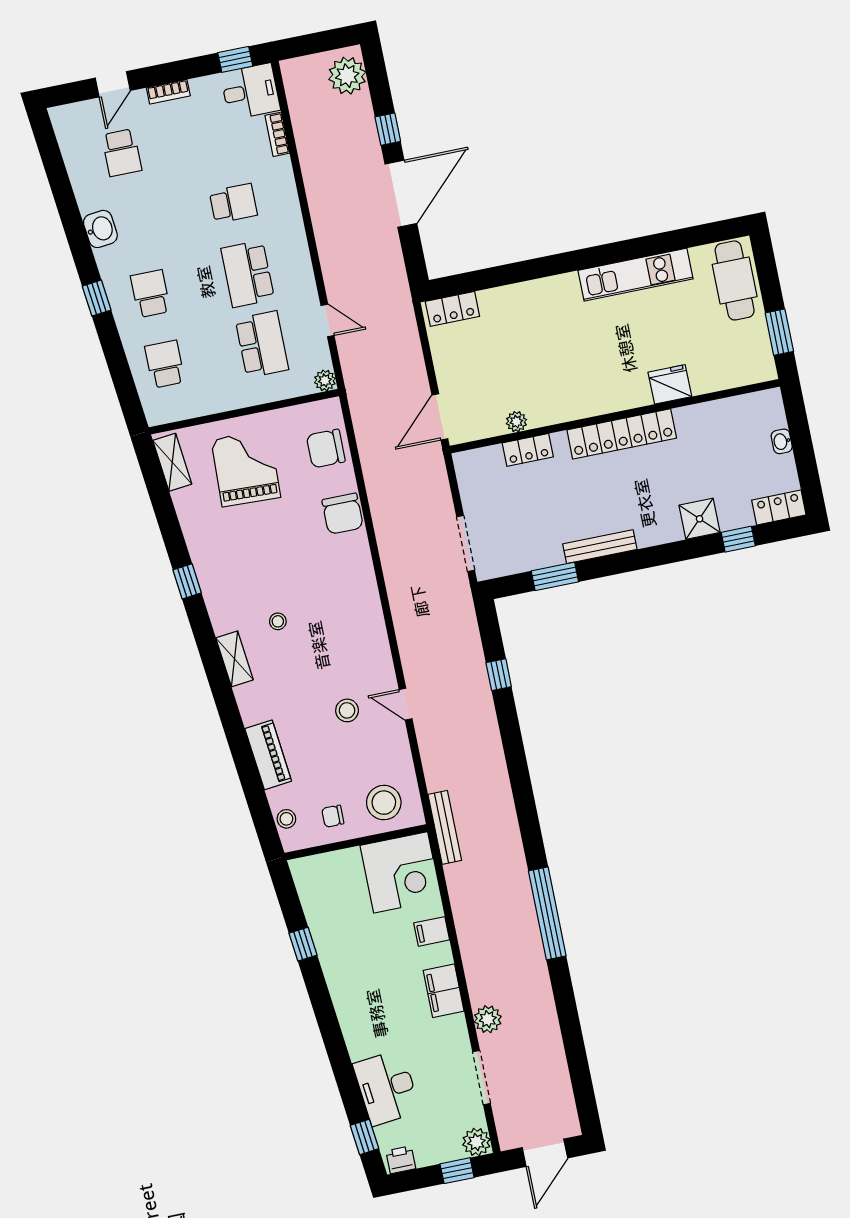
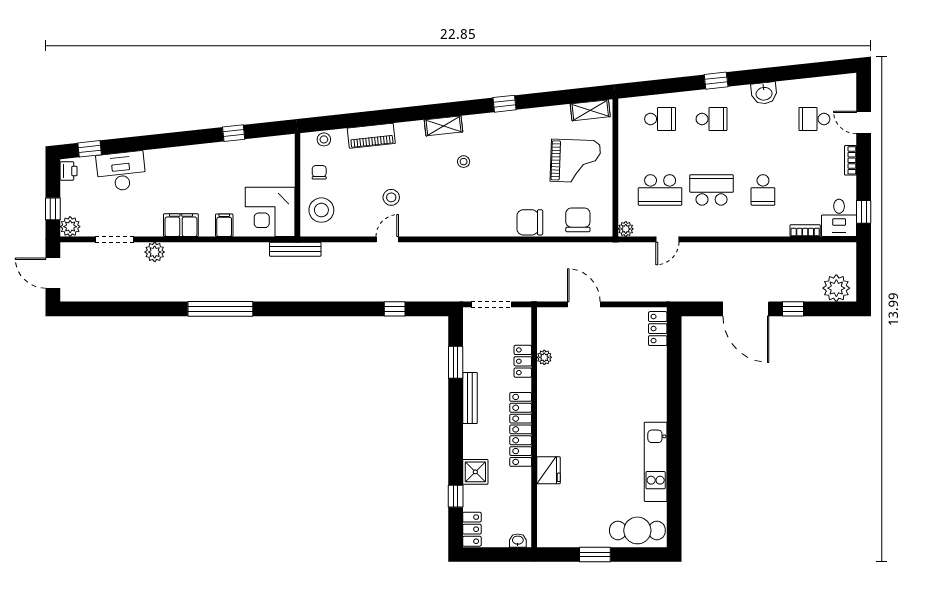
fridge: (670, 384) -> (549, 470), moved
wall: (615, 416) -> (534, 427), moved
plant: (516, 422) -> (544, 357), moved
locker: (622, 434) -> (521, 429), moved
locker: (528, 450) -> (523, 361), moved

